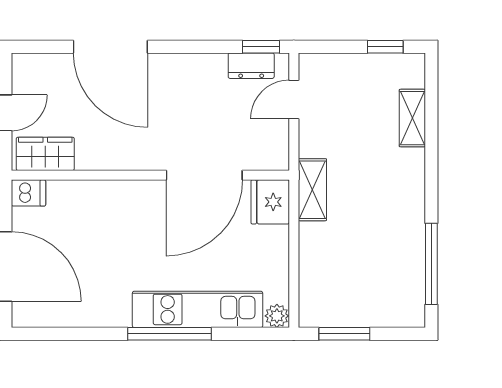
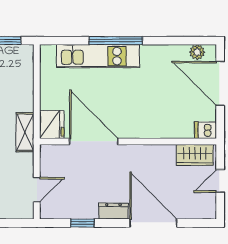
window: (261, 47) -> (82, 223), moved
dresser: (251, 66) -> (113, 211), moved
door: (204, 175) -> (94, 141), hinge flipped
plant: (277, 316) -> (197, 52), moved

